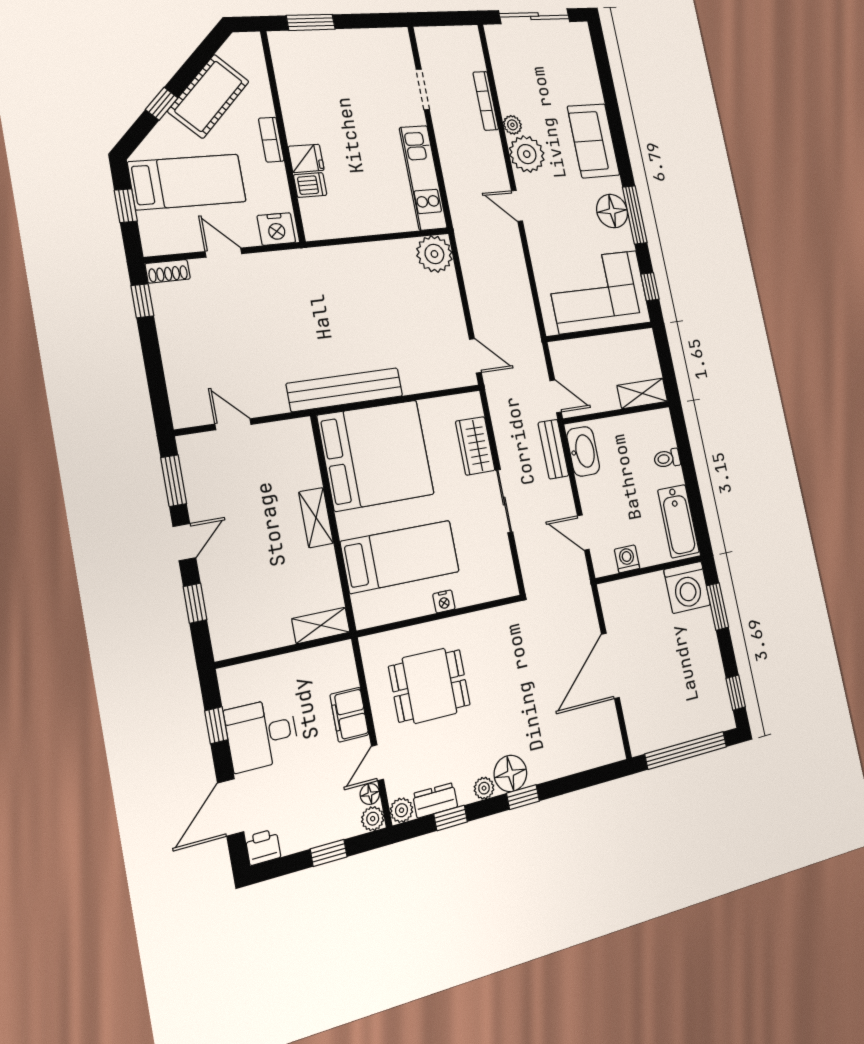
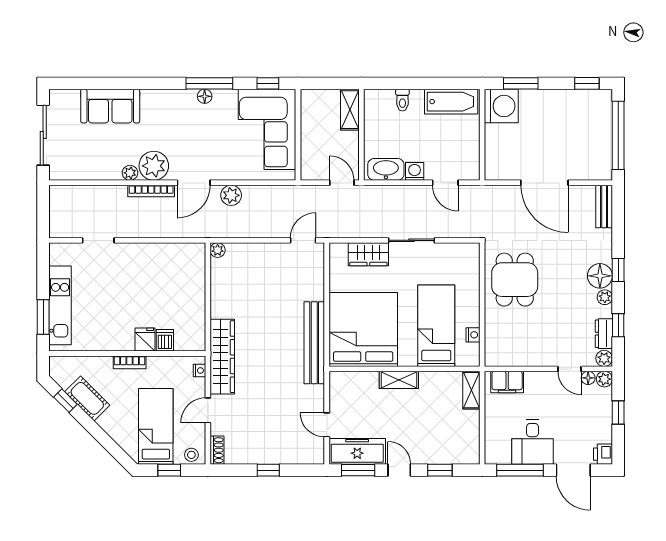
cot: (209, 96) -> (87, 398), width x0.73, depth x0.75
bookcase: (486, 101) -> (151, 191), moved
window: (162, 104) -> (65, 401), moved
sofa: (593, 141) -> (110, 106), moved
kitchen unit: (423, 178) -> (60, 305), moved, turned -90
door: (517, 206) -> (194, 183), width x1.38
floor lamp: (612, 211) -> (205, 96), width x0.53, depth x0.53
nightstand: (276, 229) -> (199, 371), width x0.53, depth x0.56
stool: (154, 235) -> (191, 455), added
plant: (434, 254) -> (218, 250), width x0.53, depth x0.53
plant: (512, 255) -> (231, 195), added
wardrobe: (303, 265) -> (222, 357), added
window: (142, 301) -> (268, 470), moved
door: (556, 396) -> (342, 183), hinge flipped
door: (233, 424) -> (327, 425), hinge flipped
bench: (553, 449) -> (604, 206), moved, turned 90
freezer: (202, 475) -> (357, 451), added
door: (583, 533) -> (445, 183), hinge flipped
washing machine: (627, 559) -> (415, 171), moved, turned 90
nightstand: (444, 601) -> (473, 335), moved
dining table: (430, 686) -> (515, 280), moved
filing cabinet: (349, 715) -> (507, 382), moved
window: (216, 725) -> (520, 470), width x2.17

